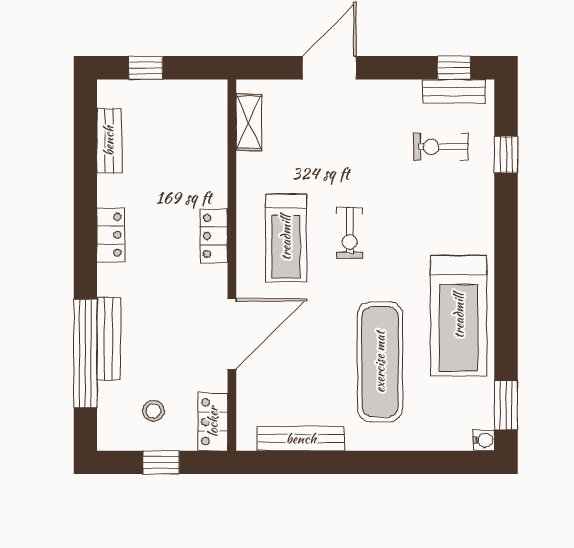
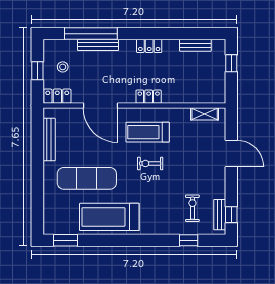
water cooler: (484, 440) -> (48, 229), removed

